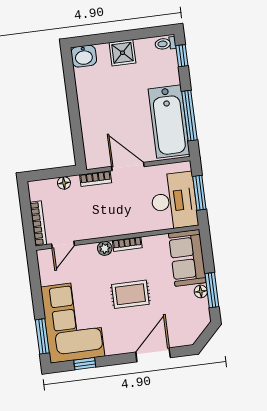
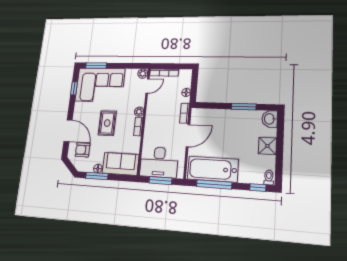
window: (72, 95) -> (244, 107), added
door: (63, 245) -> (147, 86), swing flipped
plant: (45, 257) -> (143, 74), added
armchair: (178, 323) -> (83, 150), added

